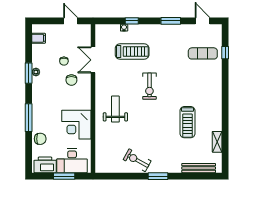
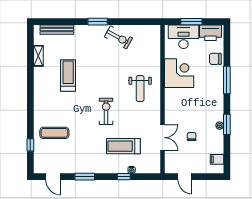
exercise mat: (203, 53) -> (54, 133), moved
chair: (71, 80) -> (184, 118), removed

